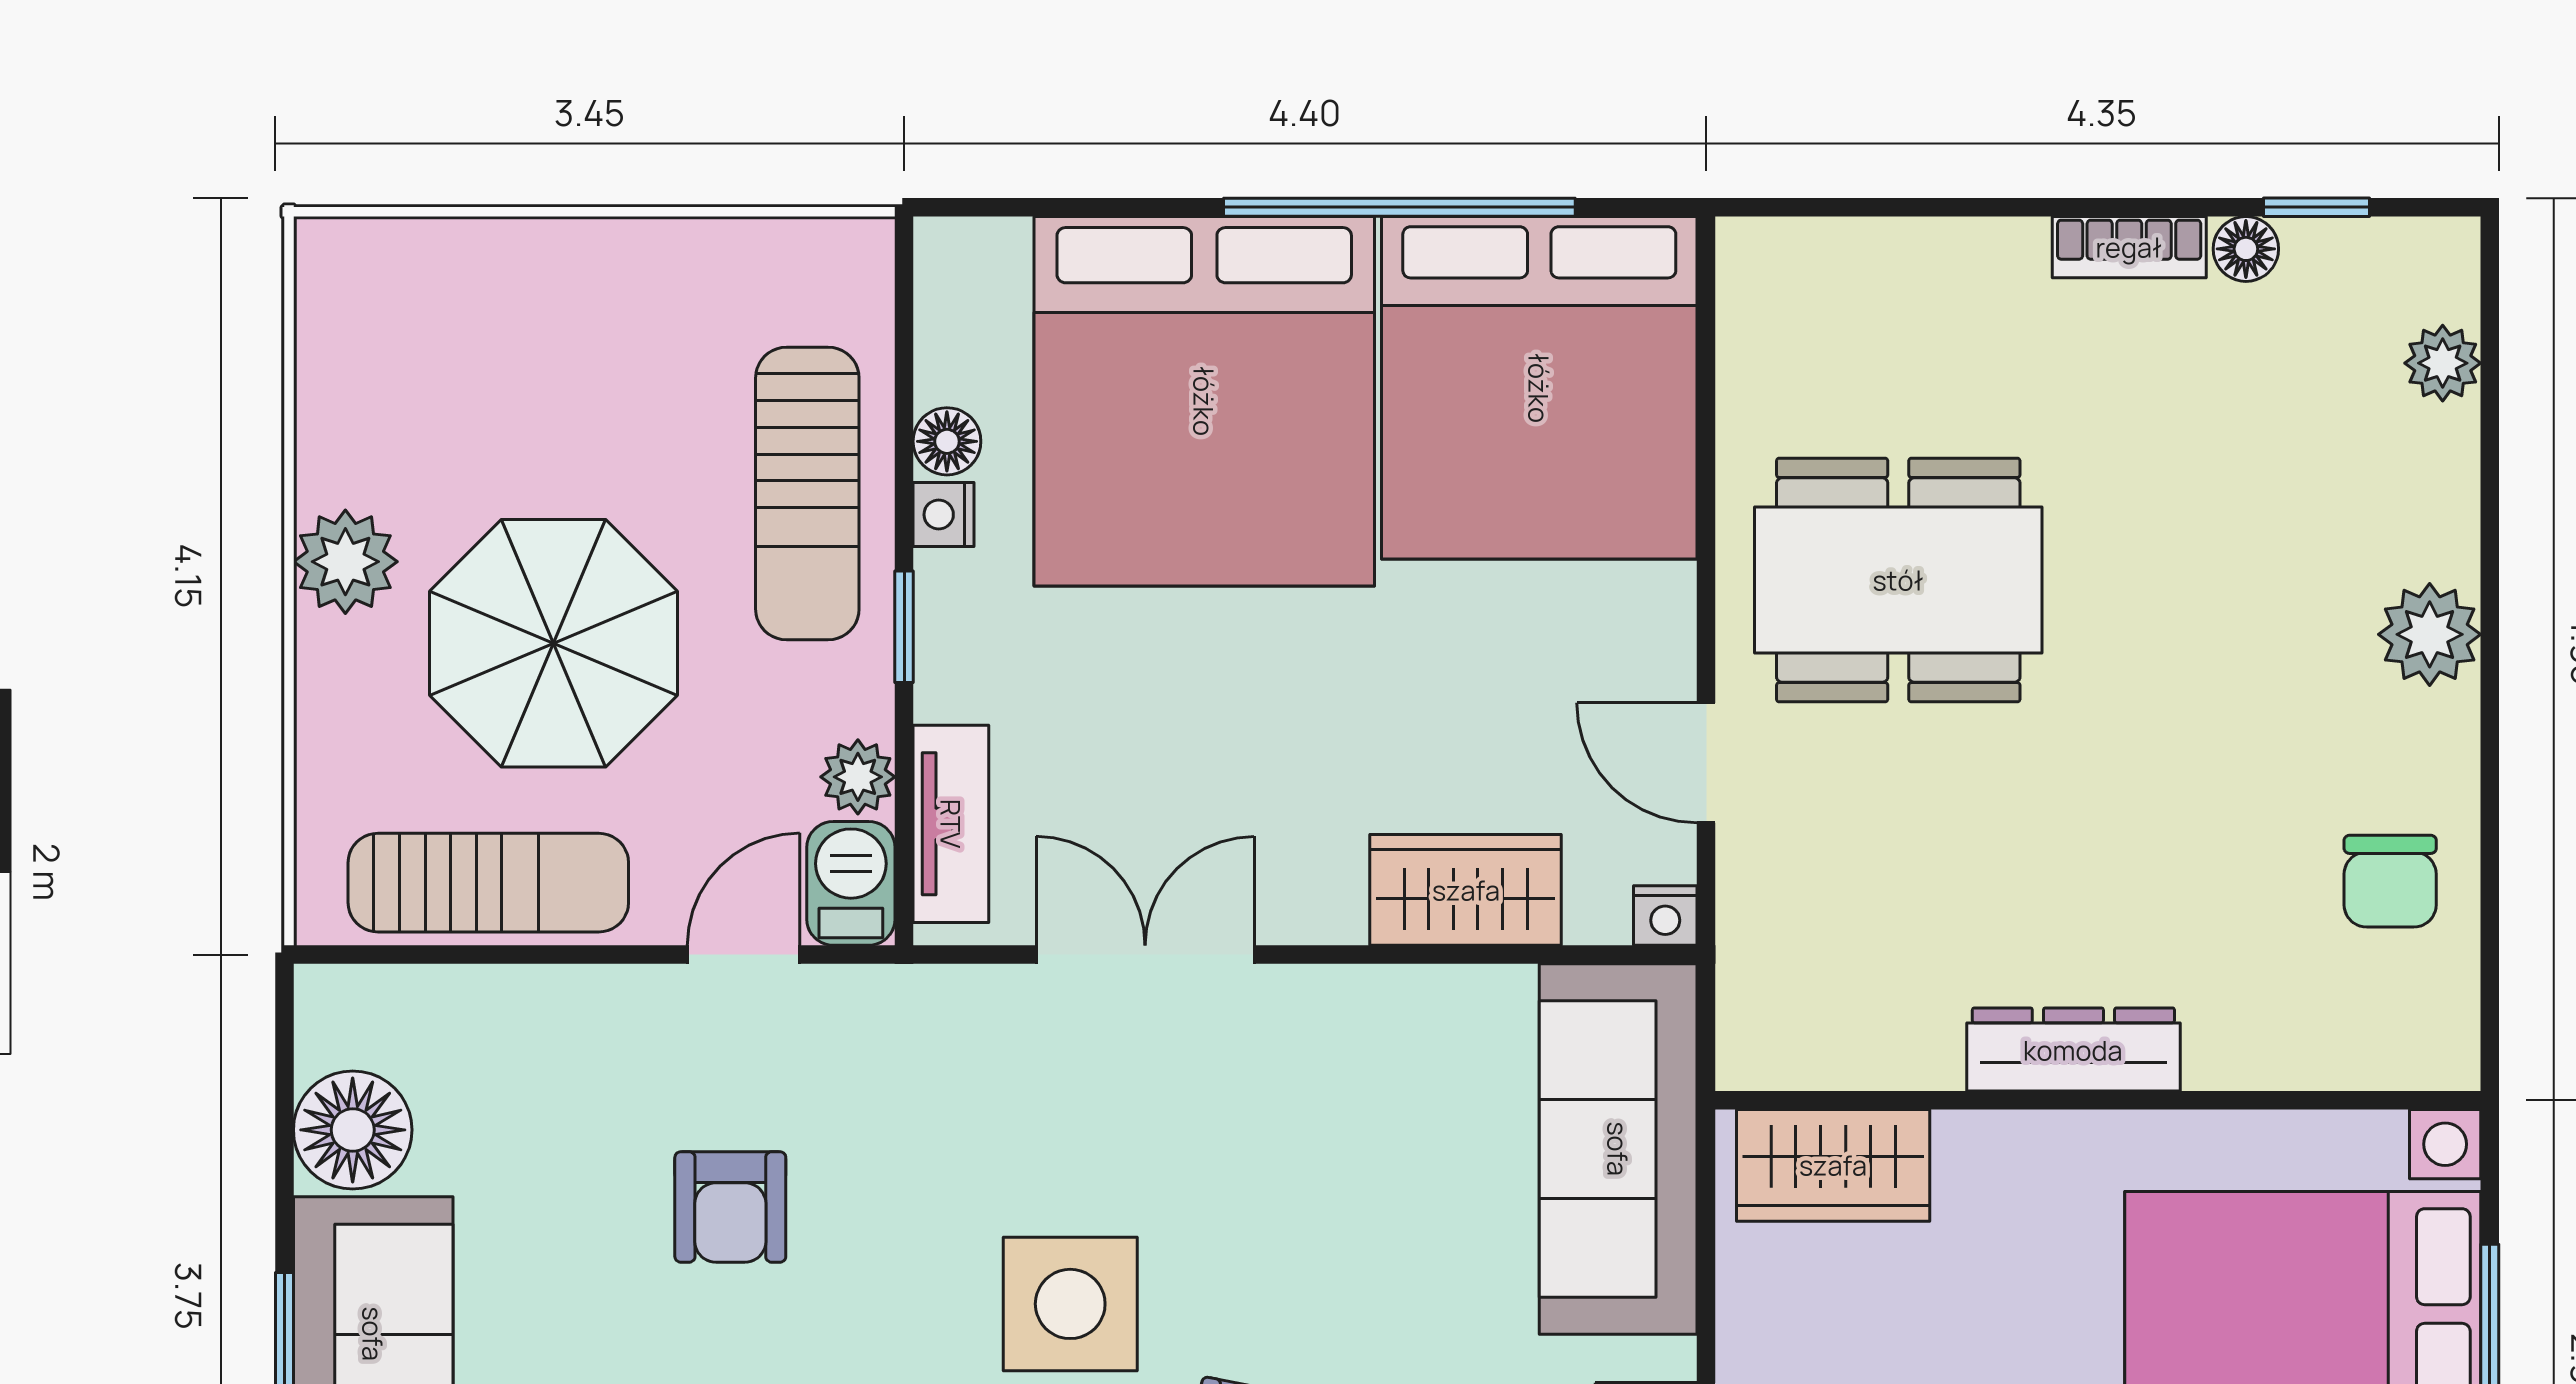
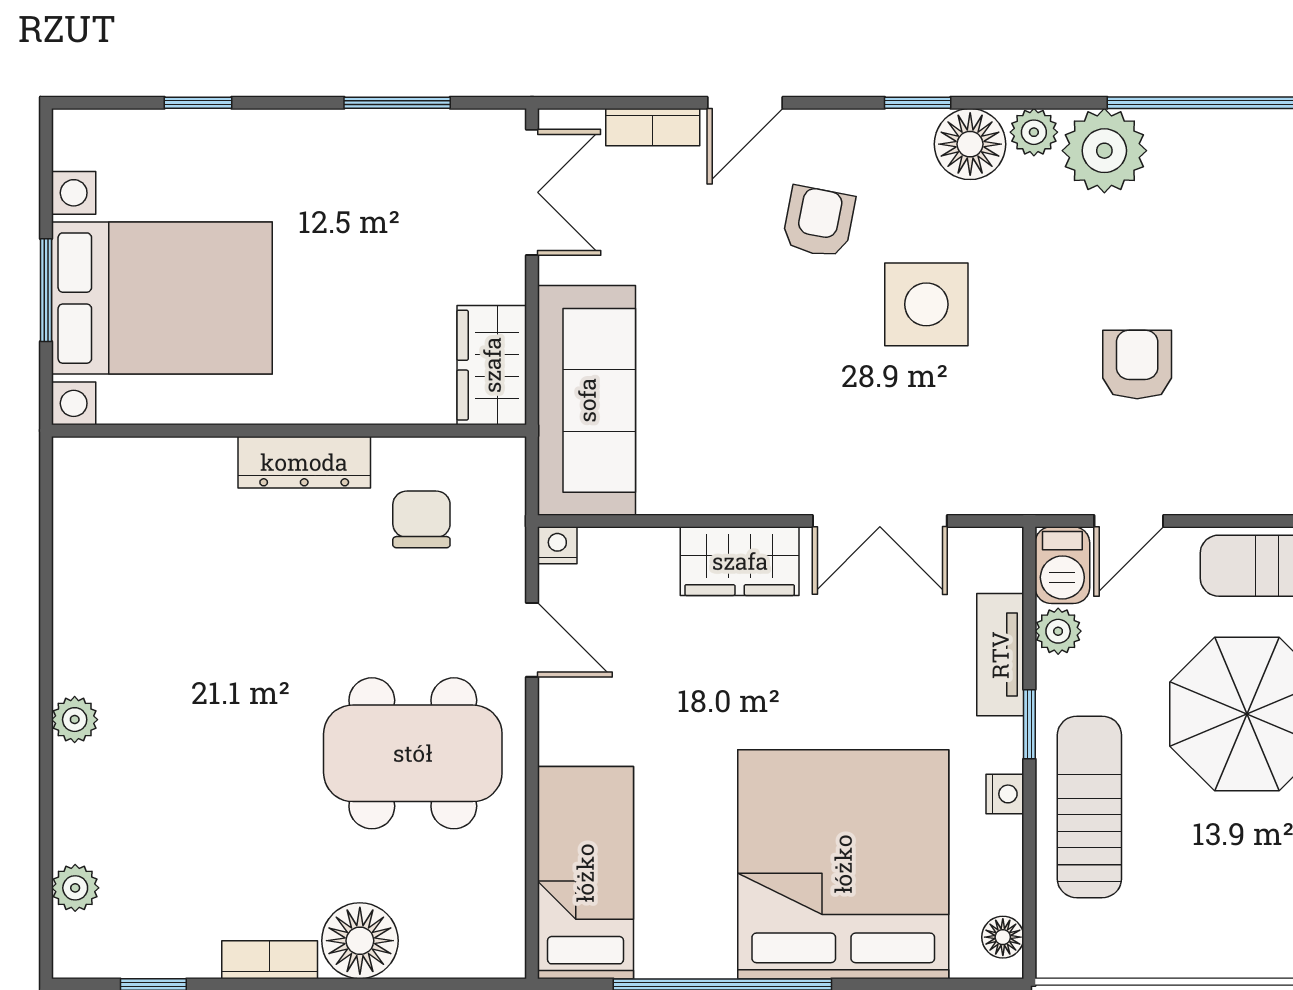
floor lamp: (2246, 249) -> (360, 941), moved, width x1.89, depth x1.89
bed: (1539, 388) -> (585, 873), width x0.49
floor lamp: (947, 441) -> (1003, 937), moved
plant: (2430, 634) -> (75, 720), width x0.73, depth x0.73
tv unit: (951, 824) -> (1000, 655), moved
chair: (2390, 881) -> (421, 519), moved
wardrobe: (1466, 890) -> (740, 561), moved
wardrobe: (1833, 1165) -> (492, 365), moved, turned -90

